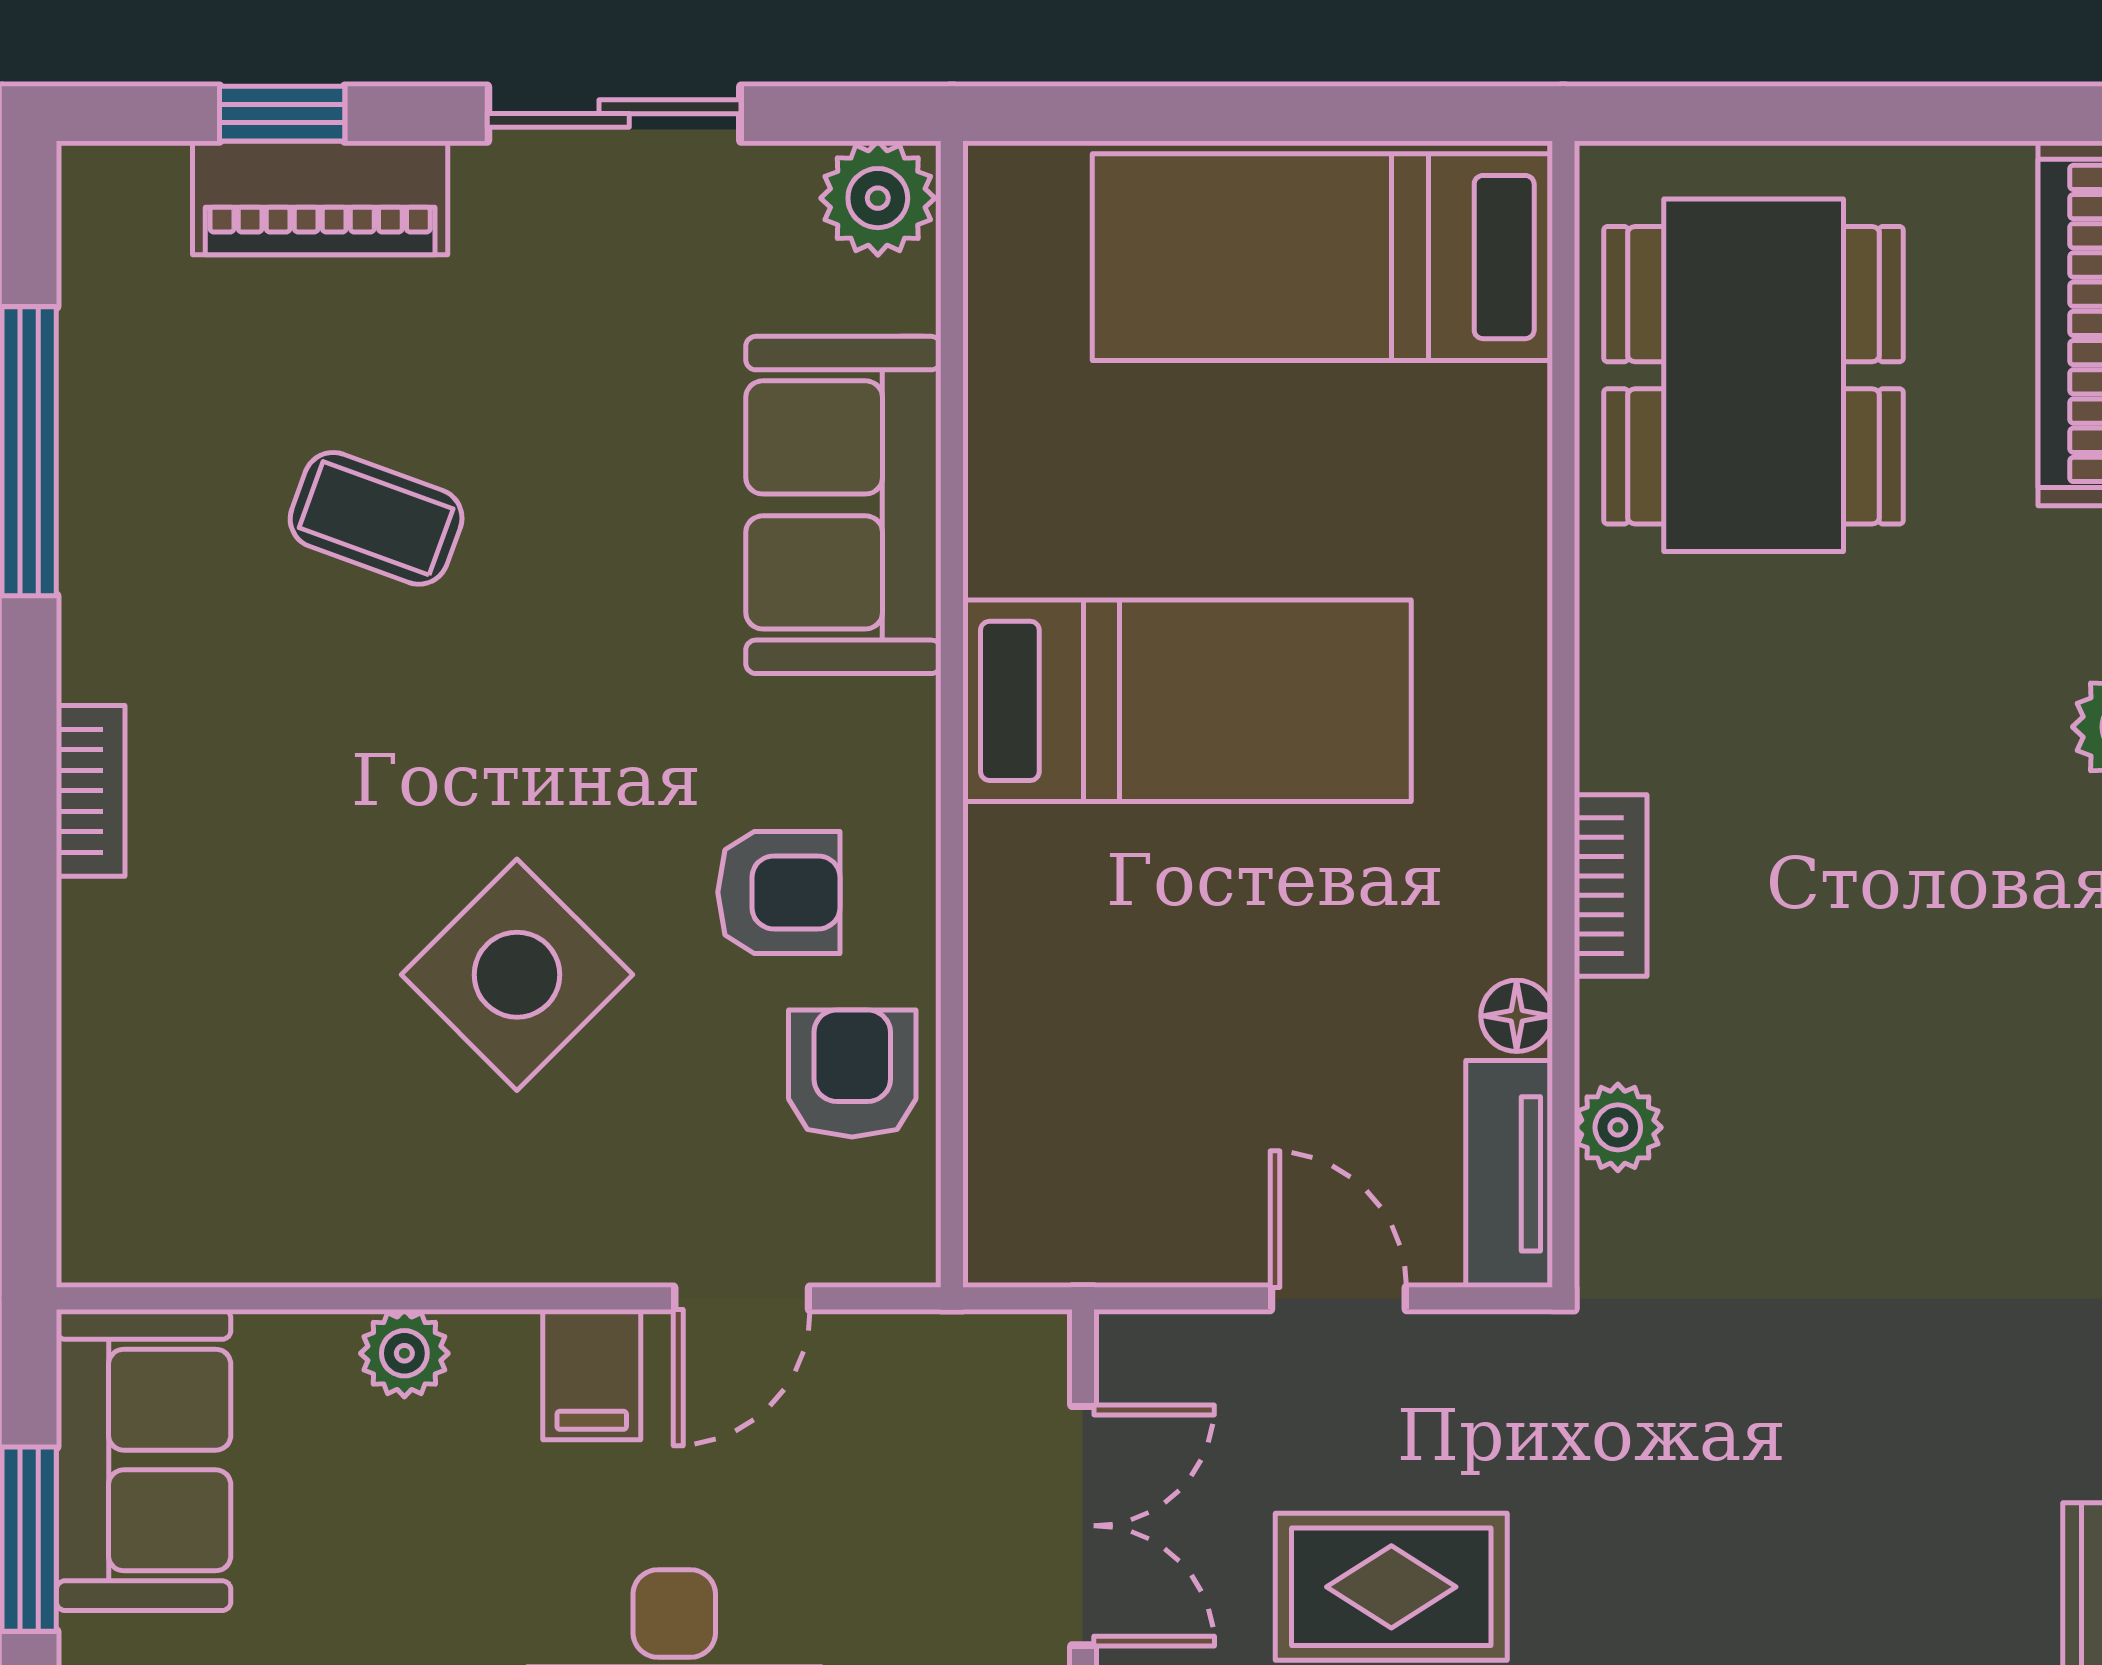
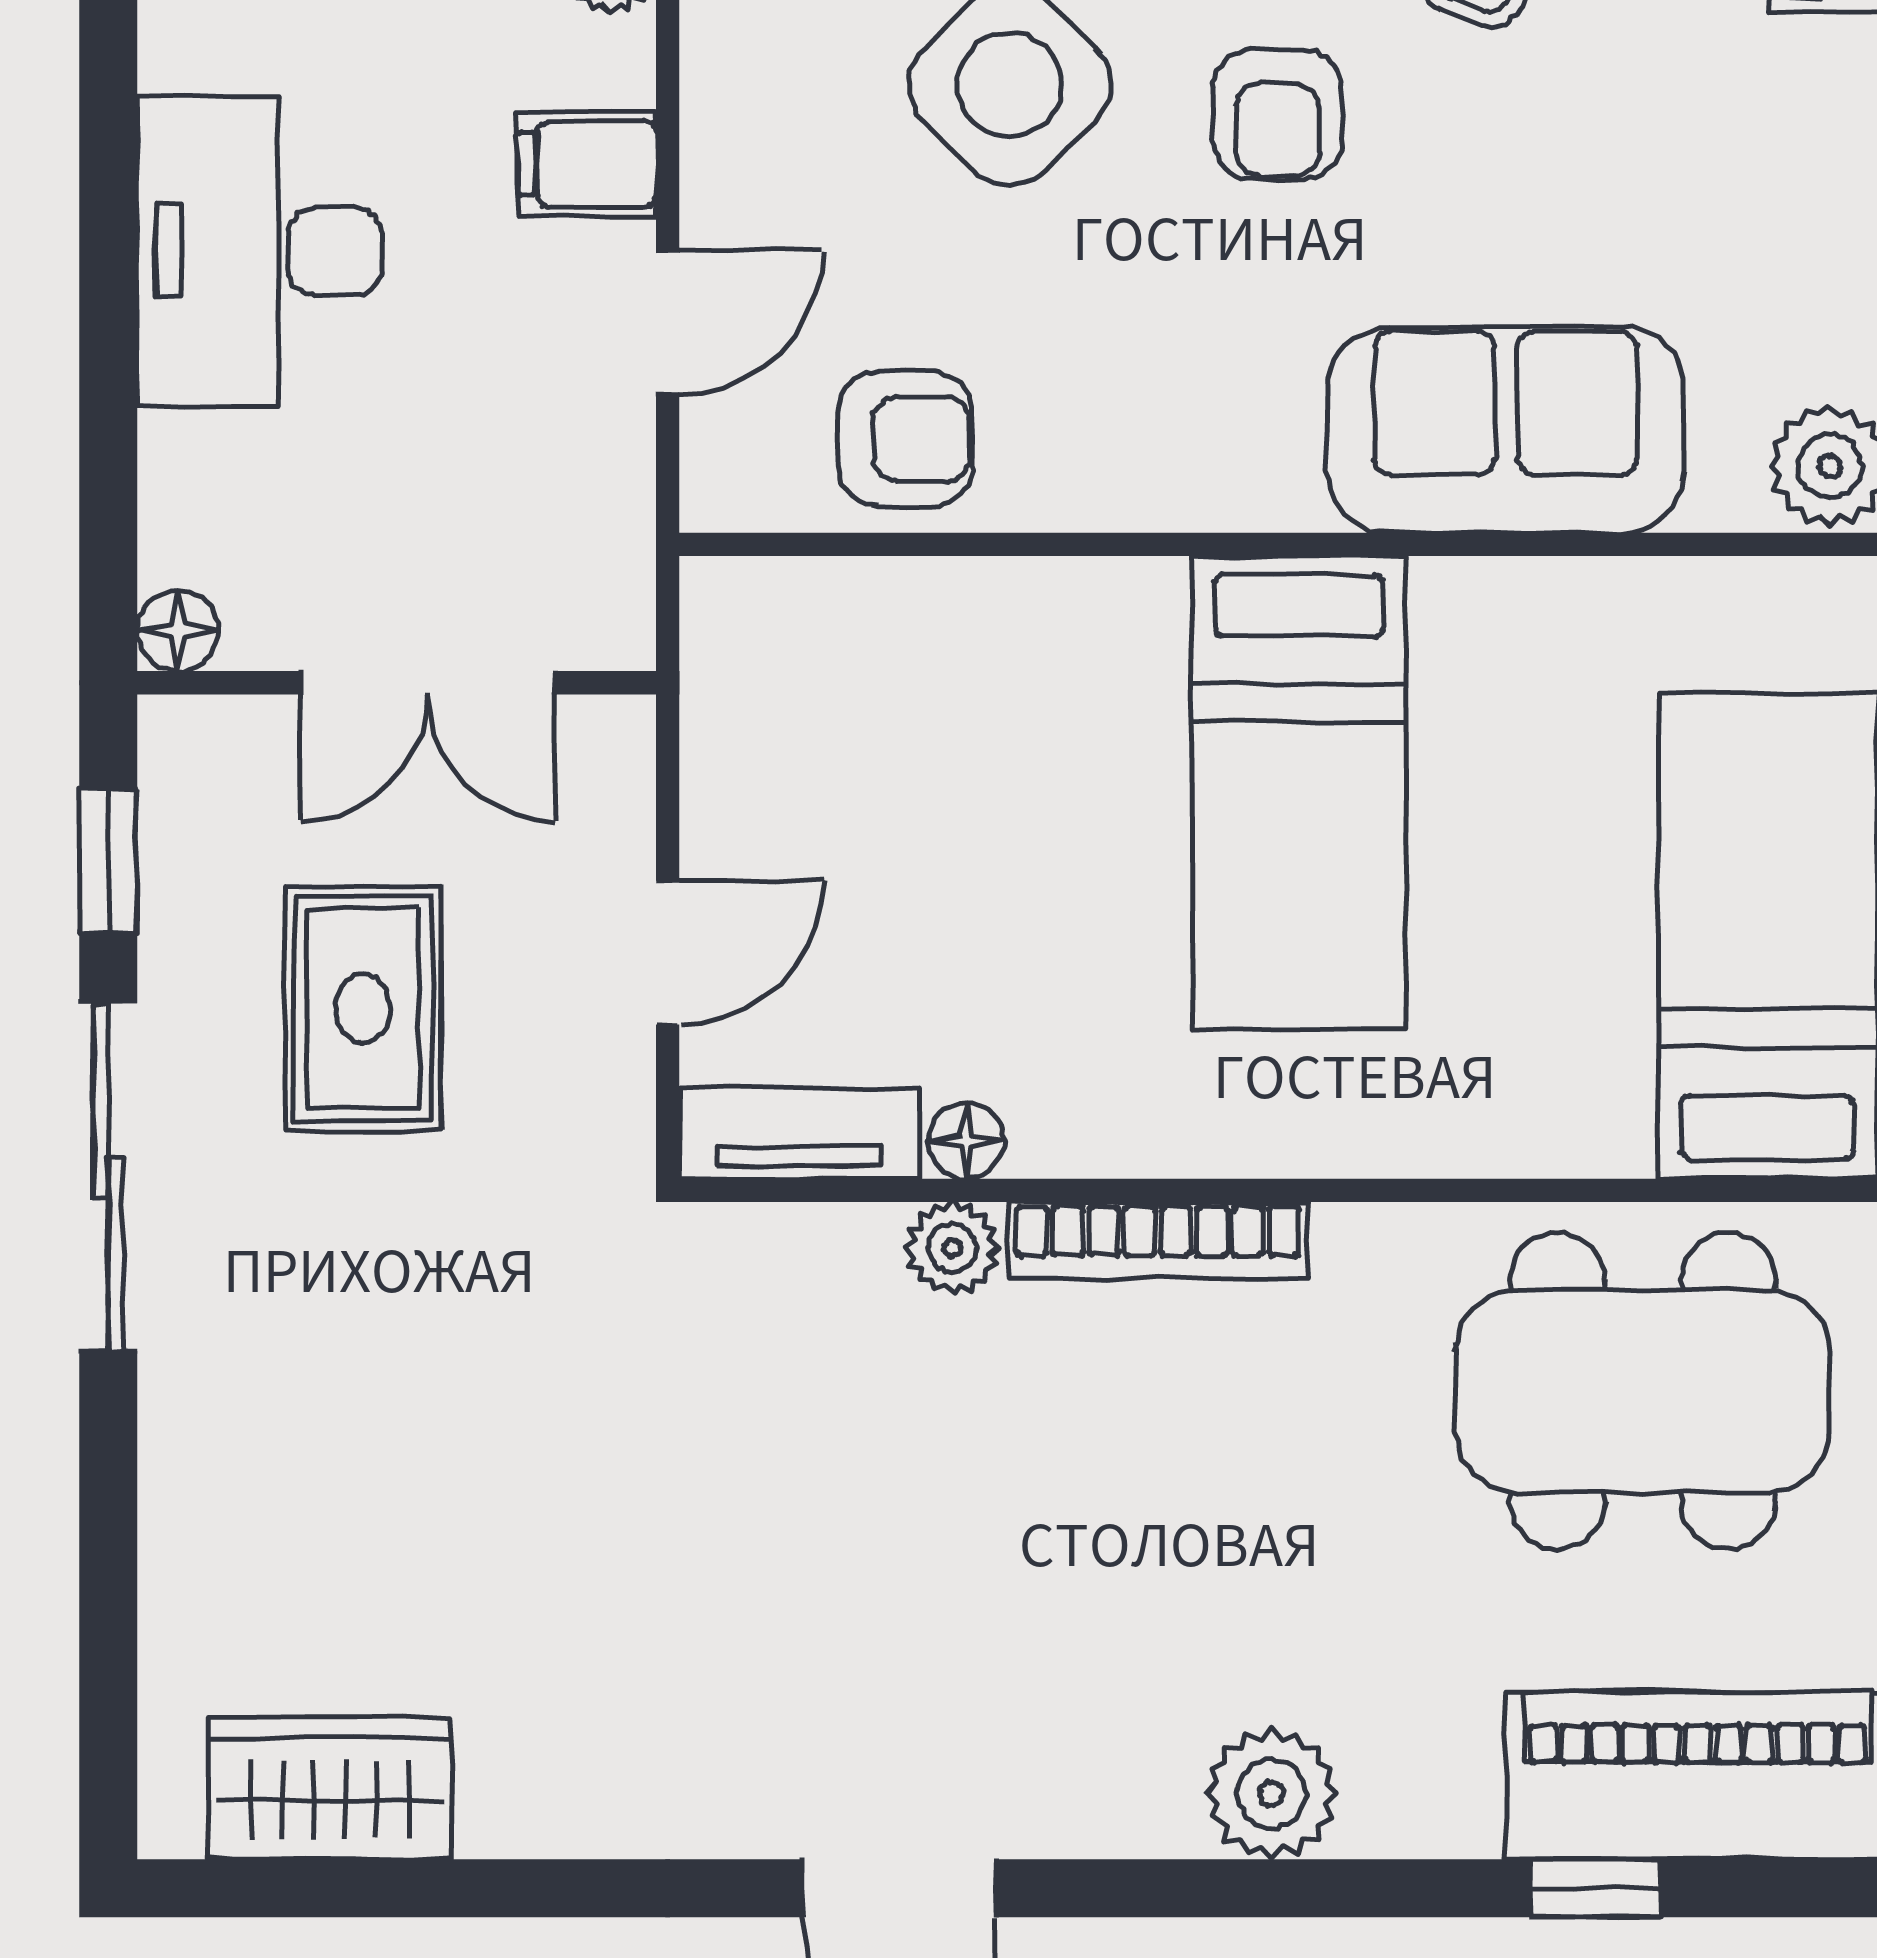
bookcase: (1611, 886) -> (1158, 1240), width x1.56
armchair: (779, 892) -> (1278, 114), moved
plant: (1618, 1127) -> (953, 1248), moved
door: (742, 1298) -> (668, 322), swing flipped

